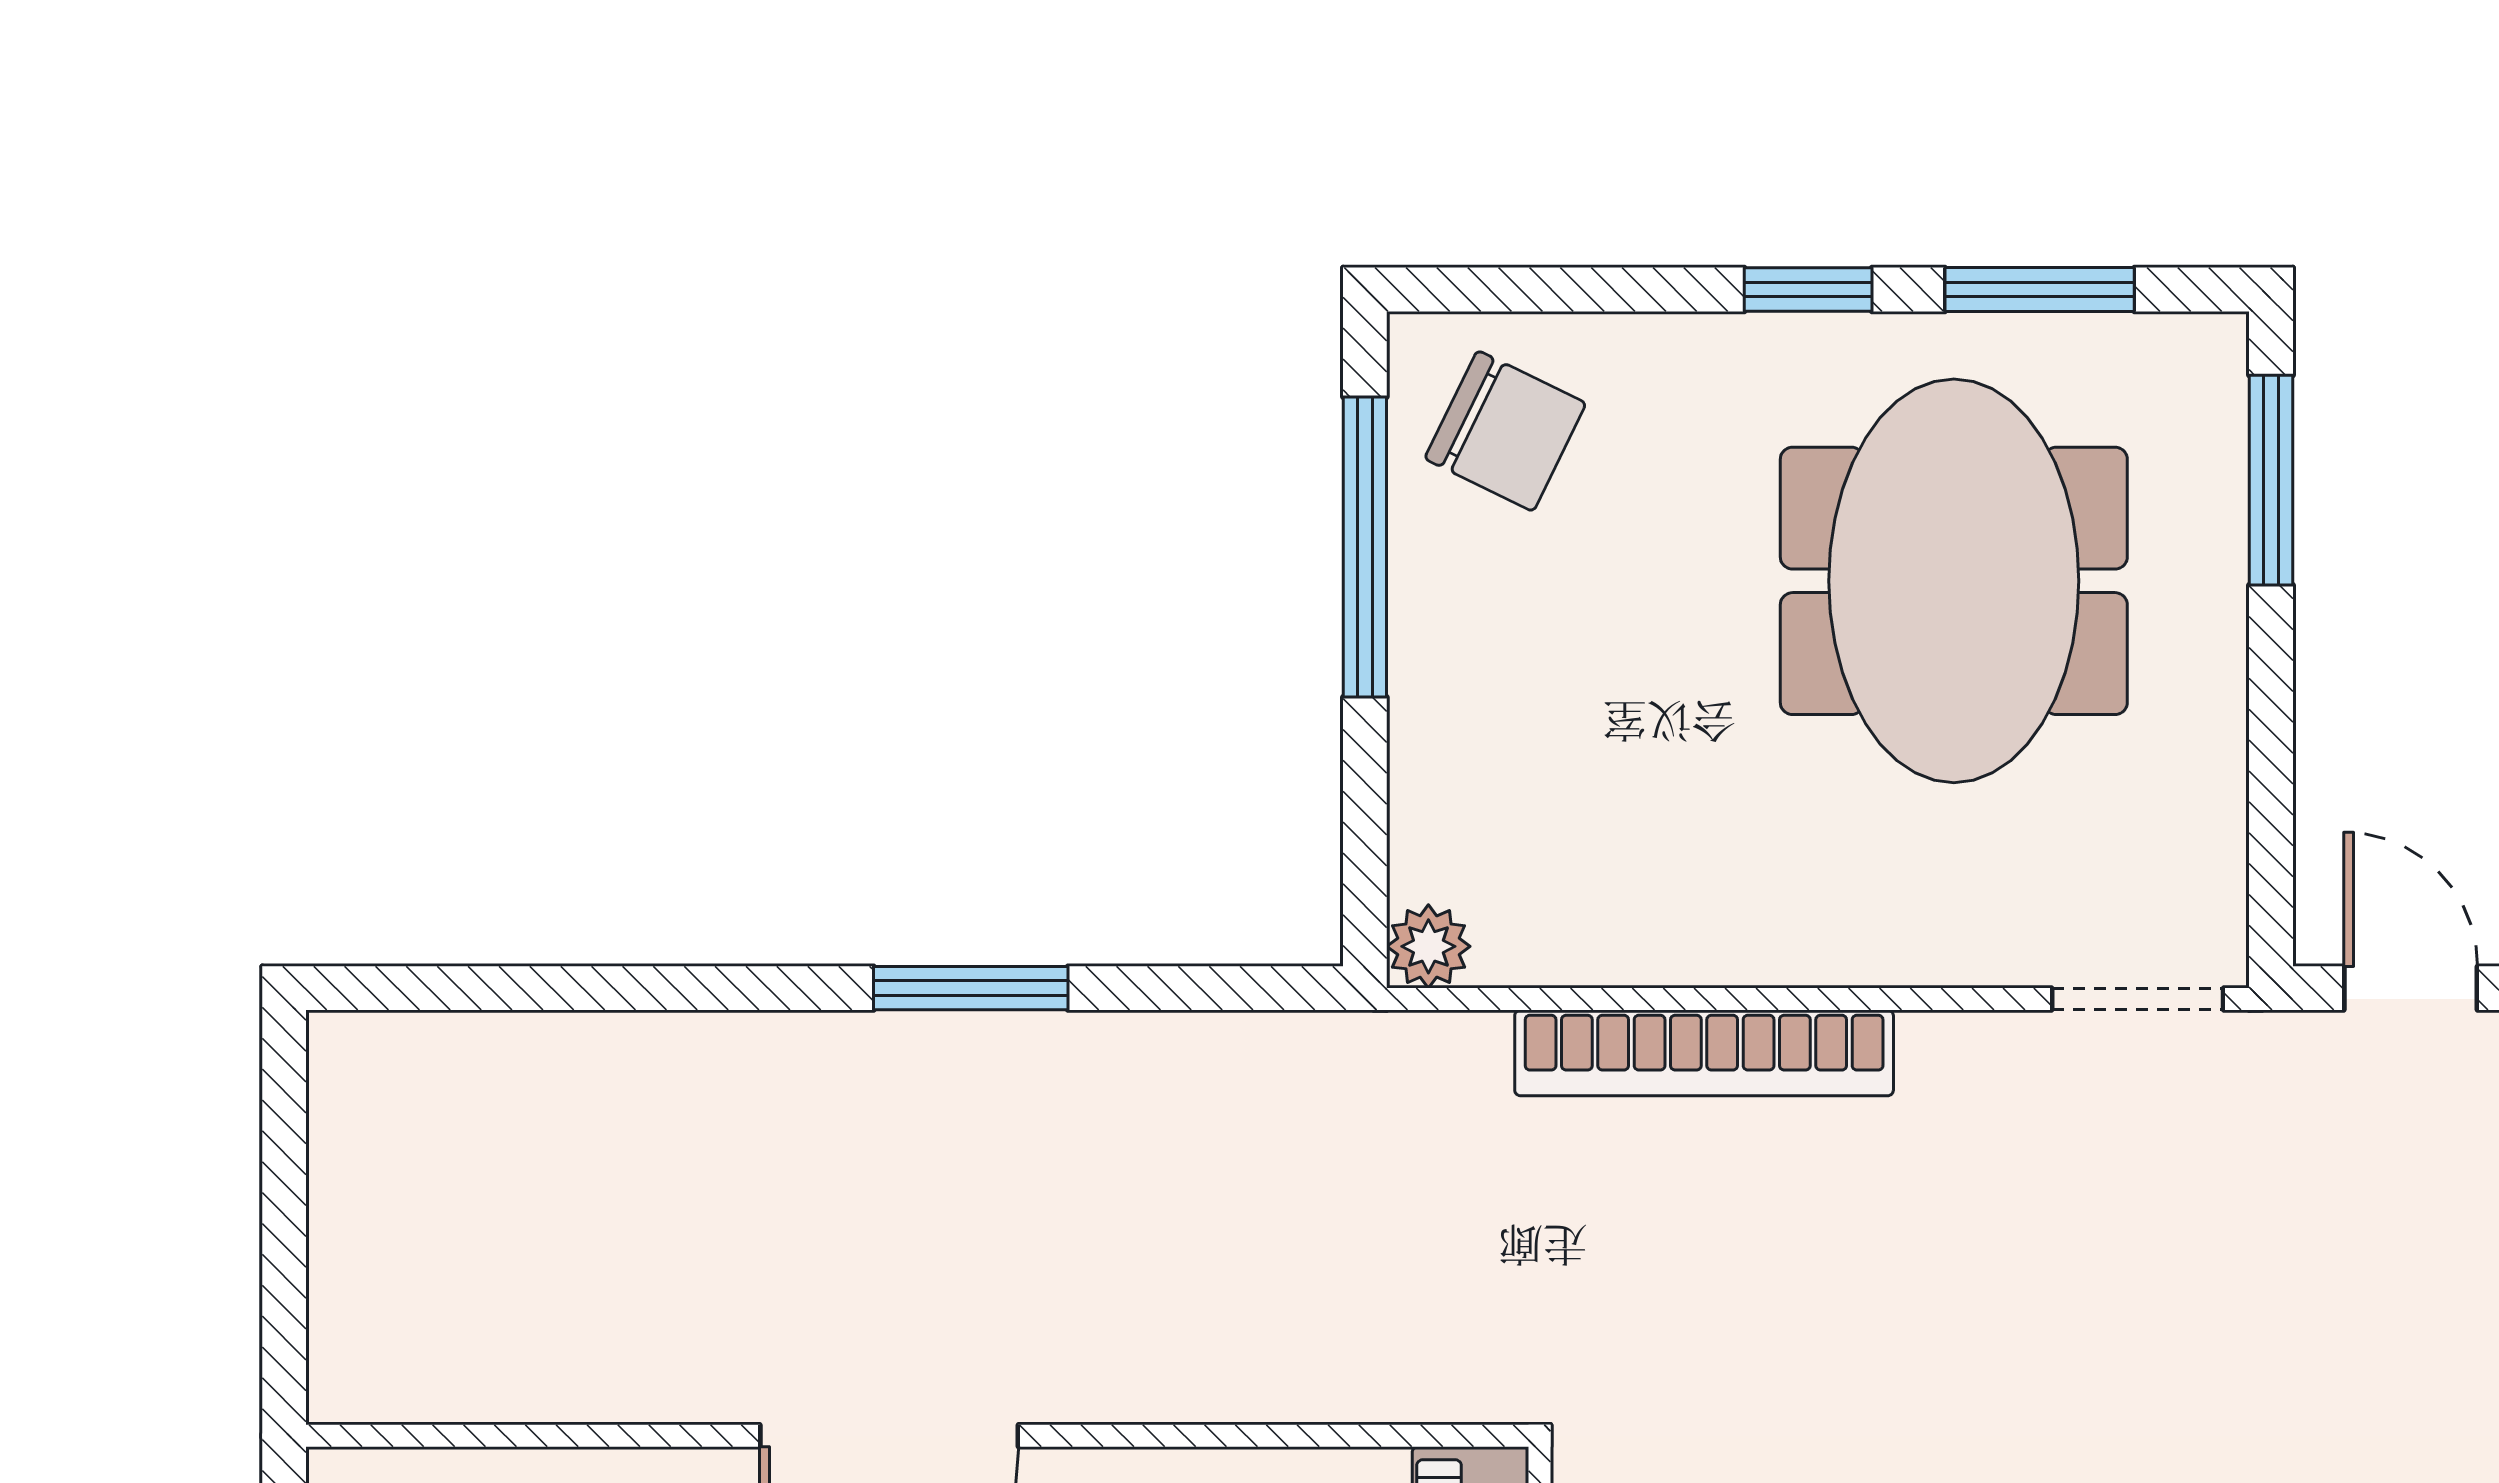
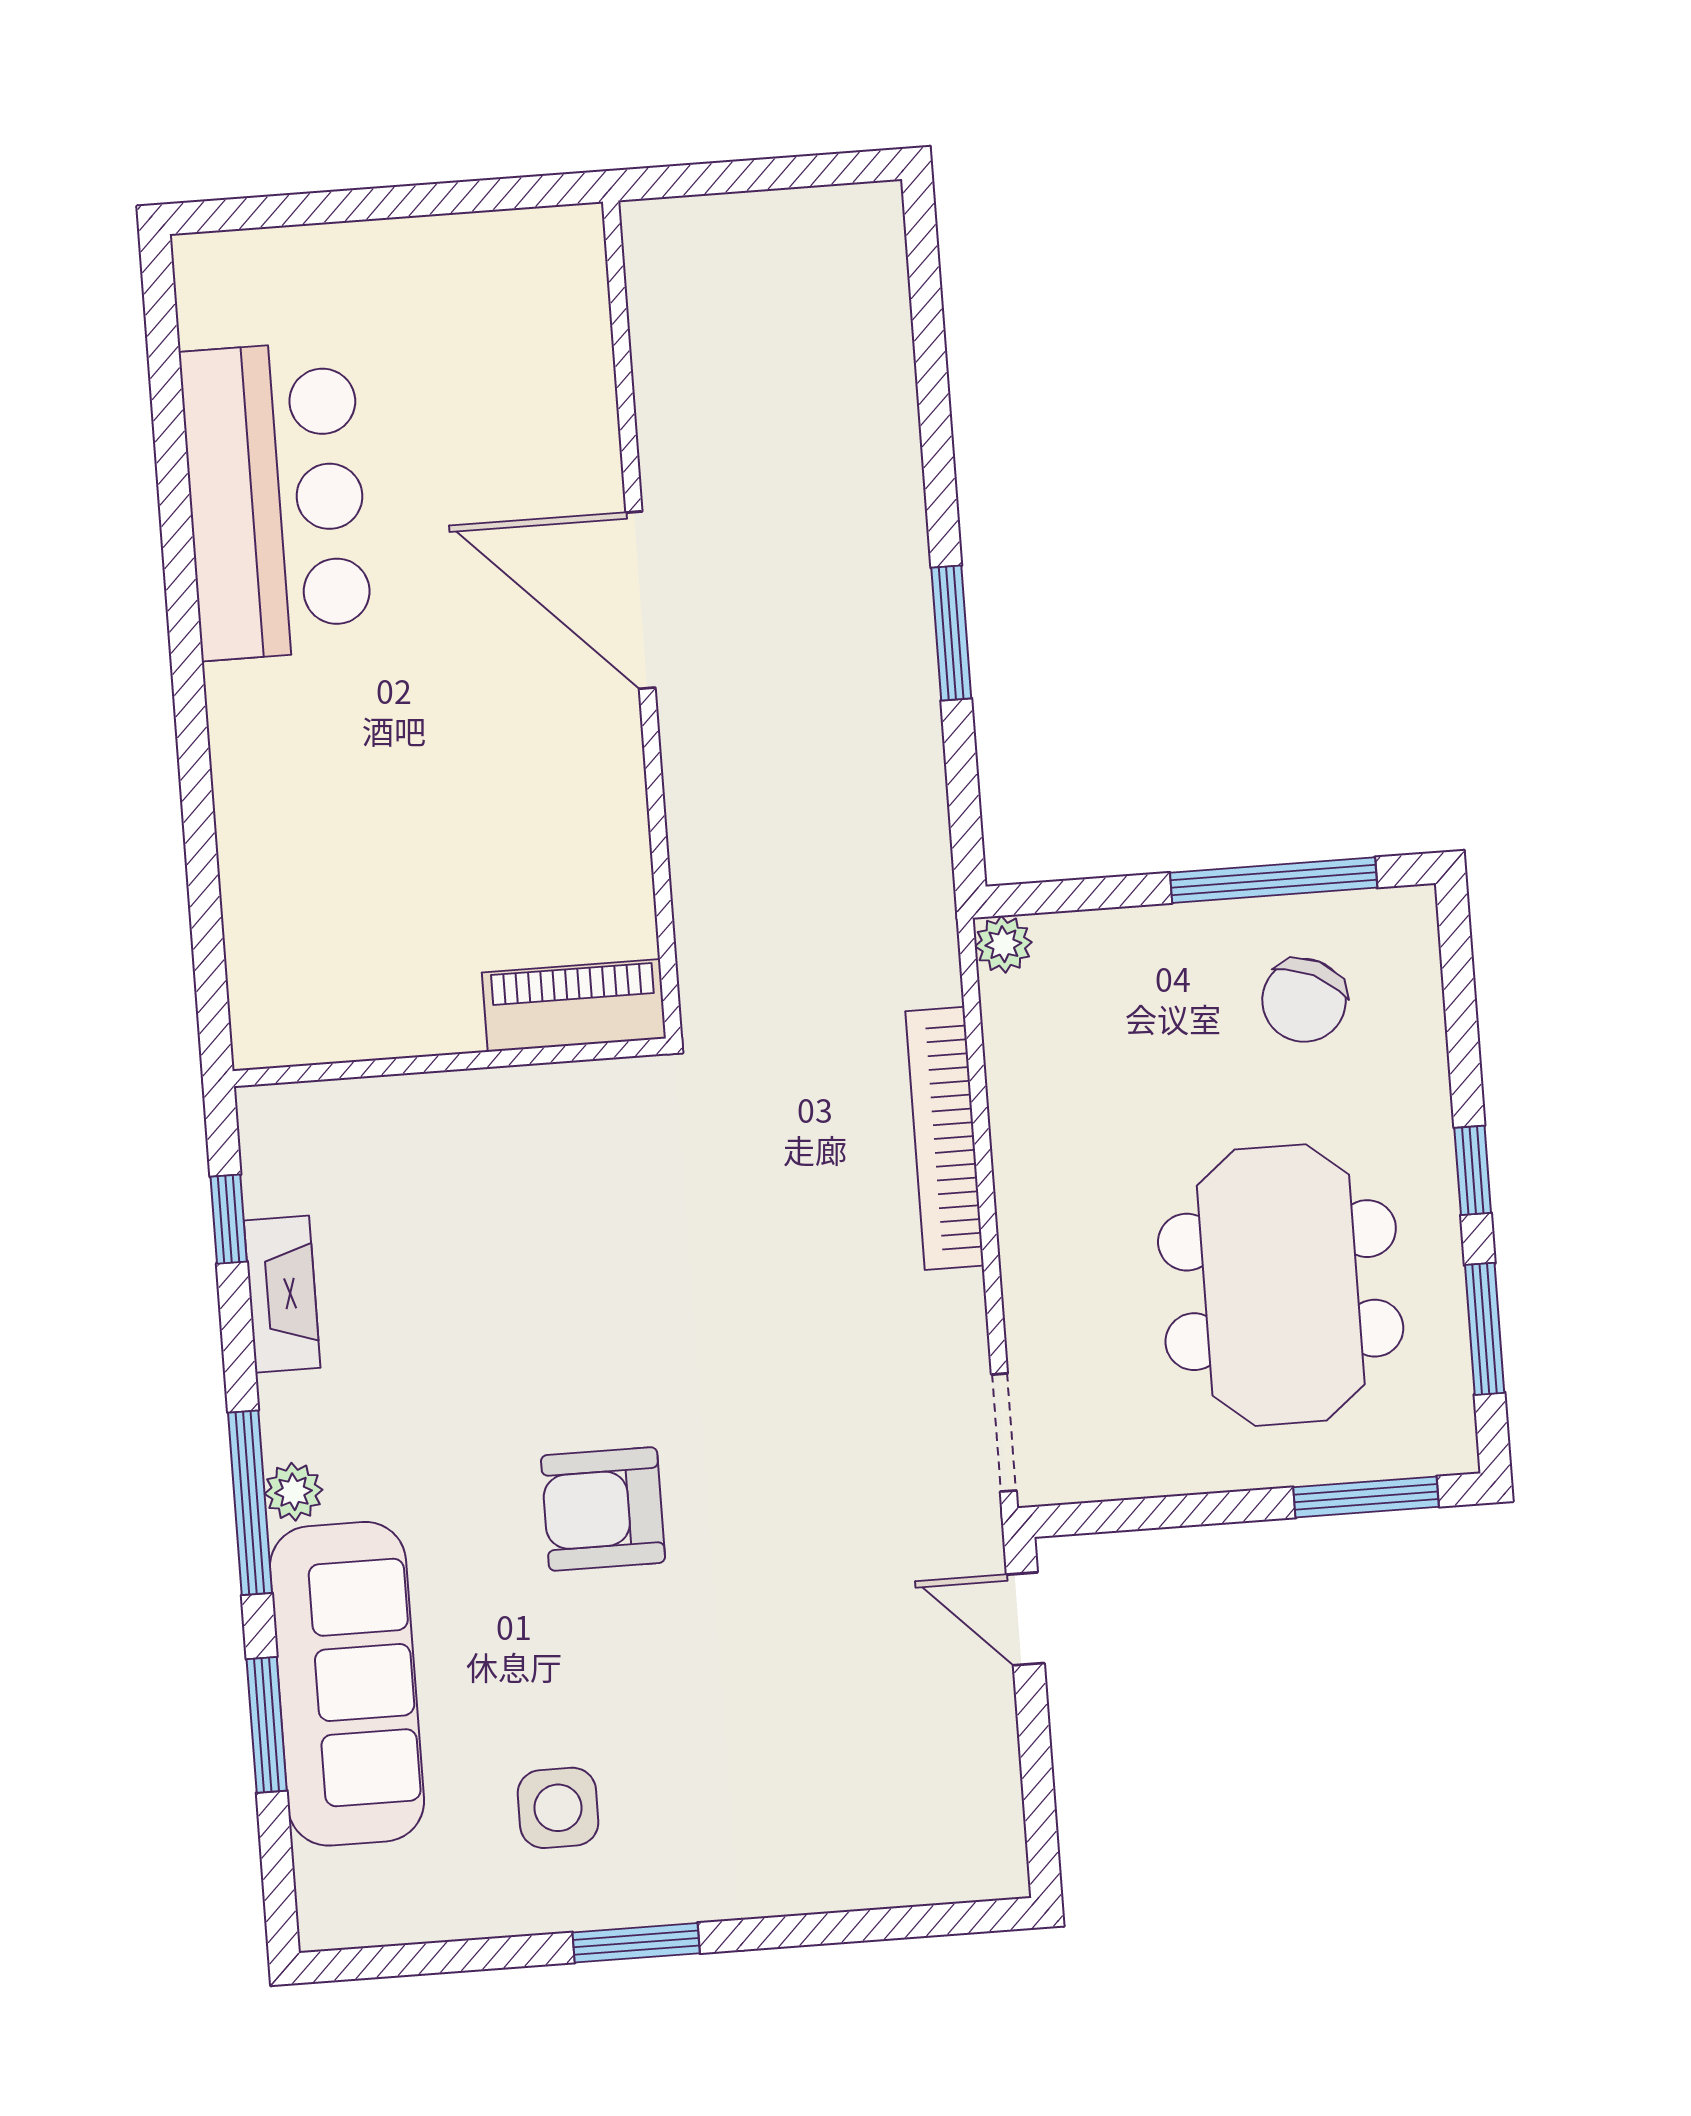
chair: (1505, 431) -> (1304, 1000), moved
meeting table: (1954, 581) -> (1281, 1285), turned 90
door: (2411, 988) -> (1025, 1619), swing flipped

